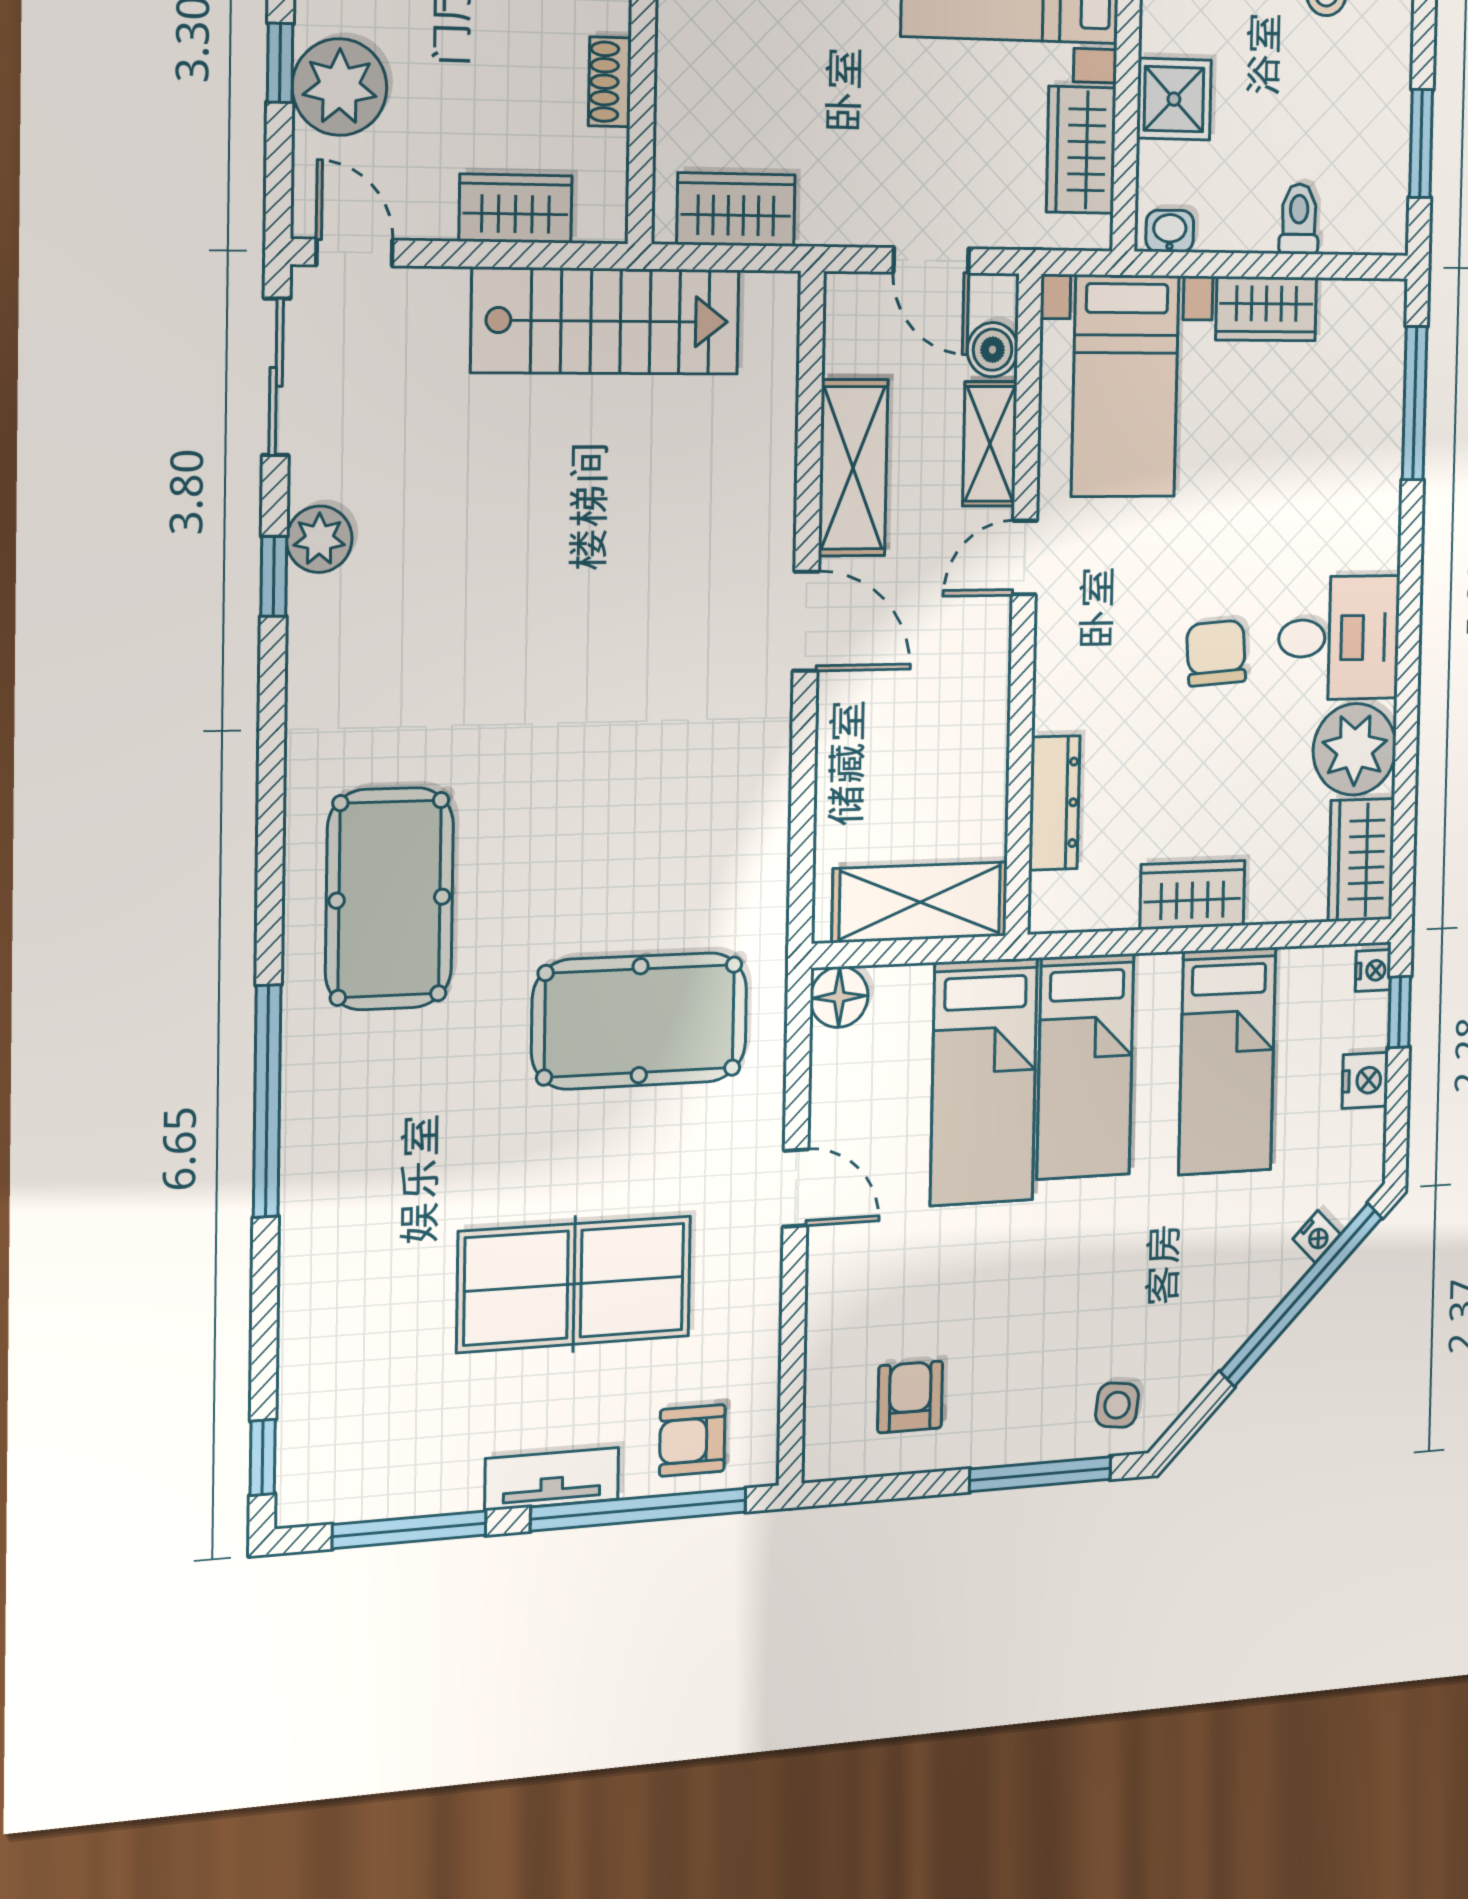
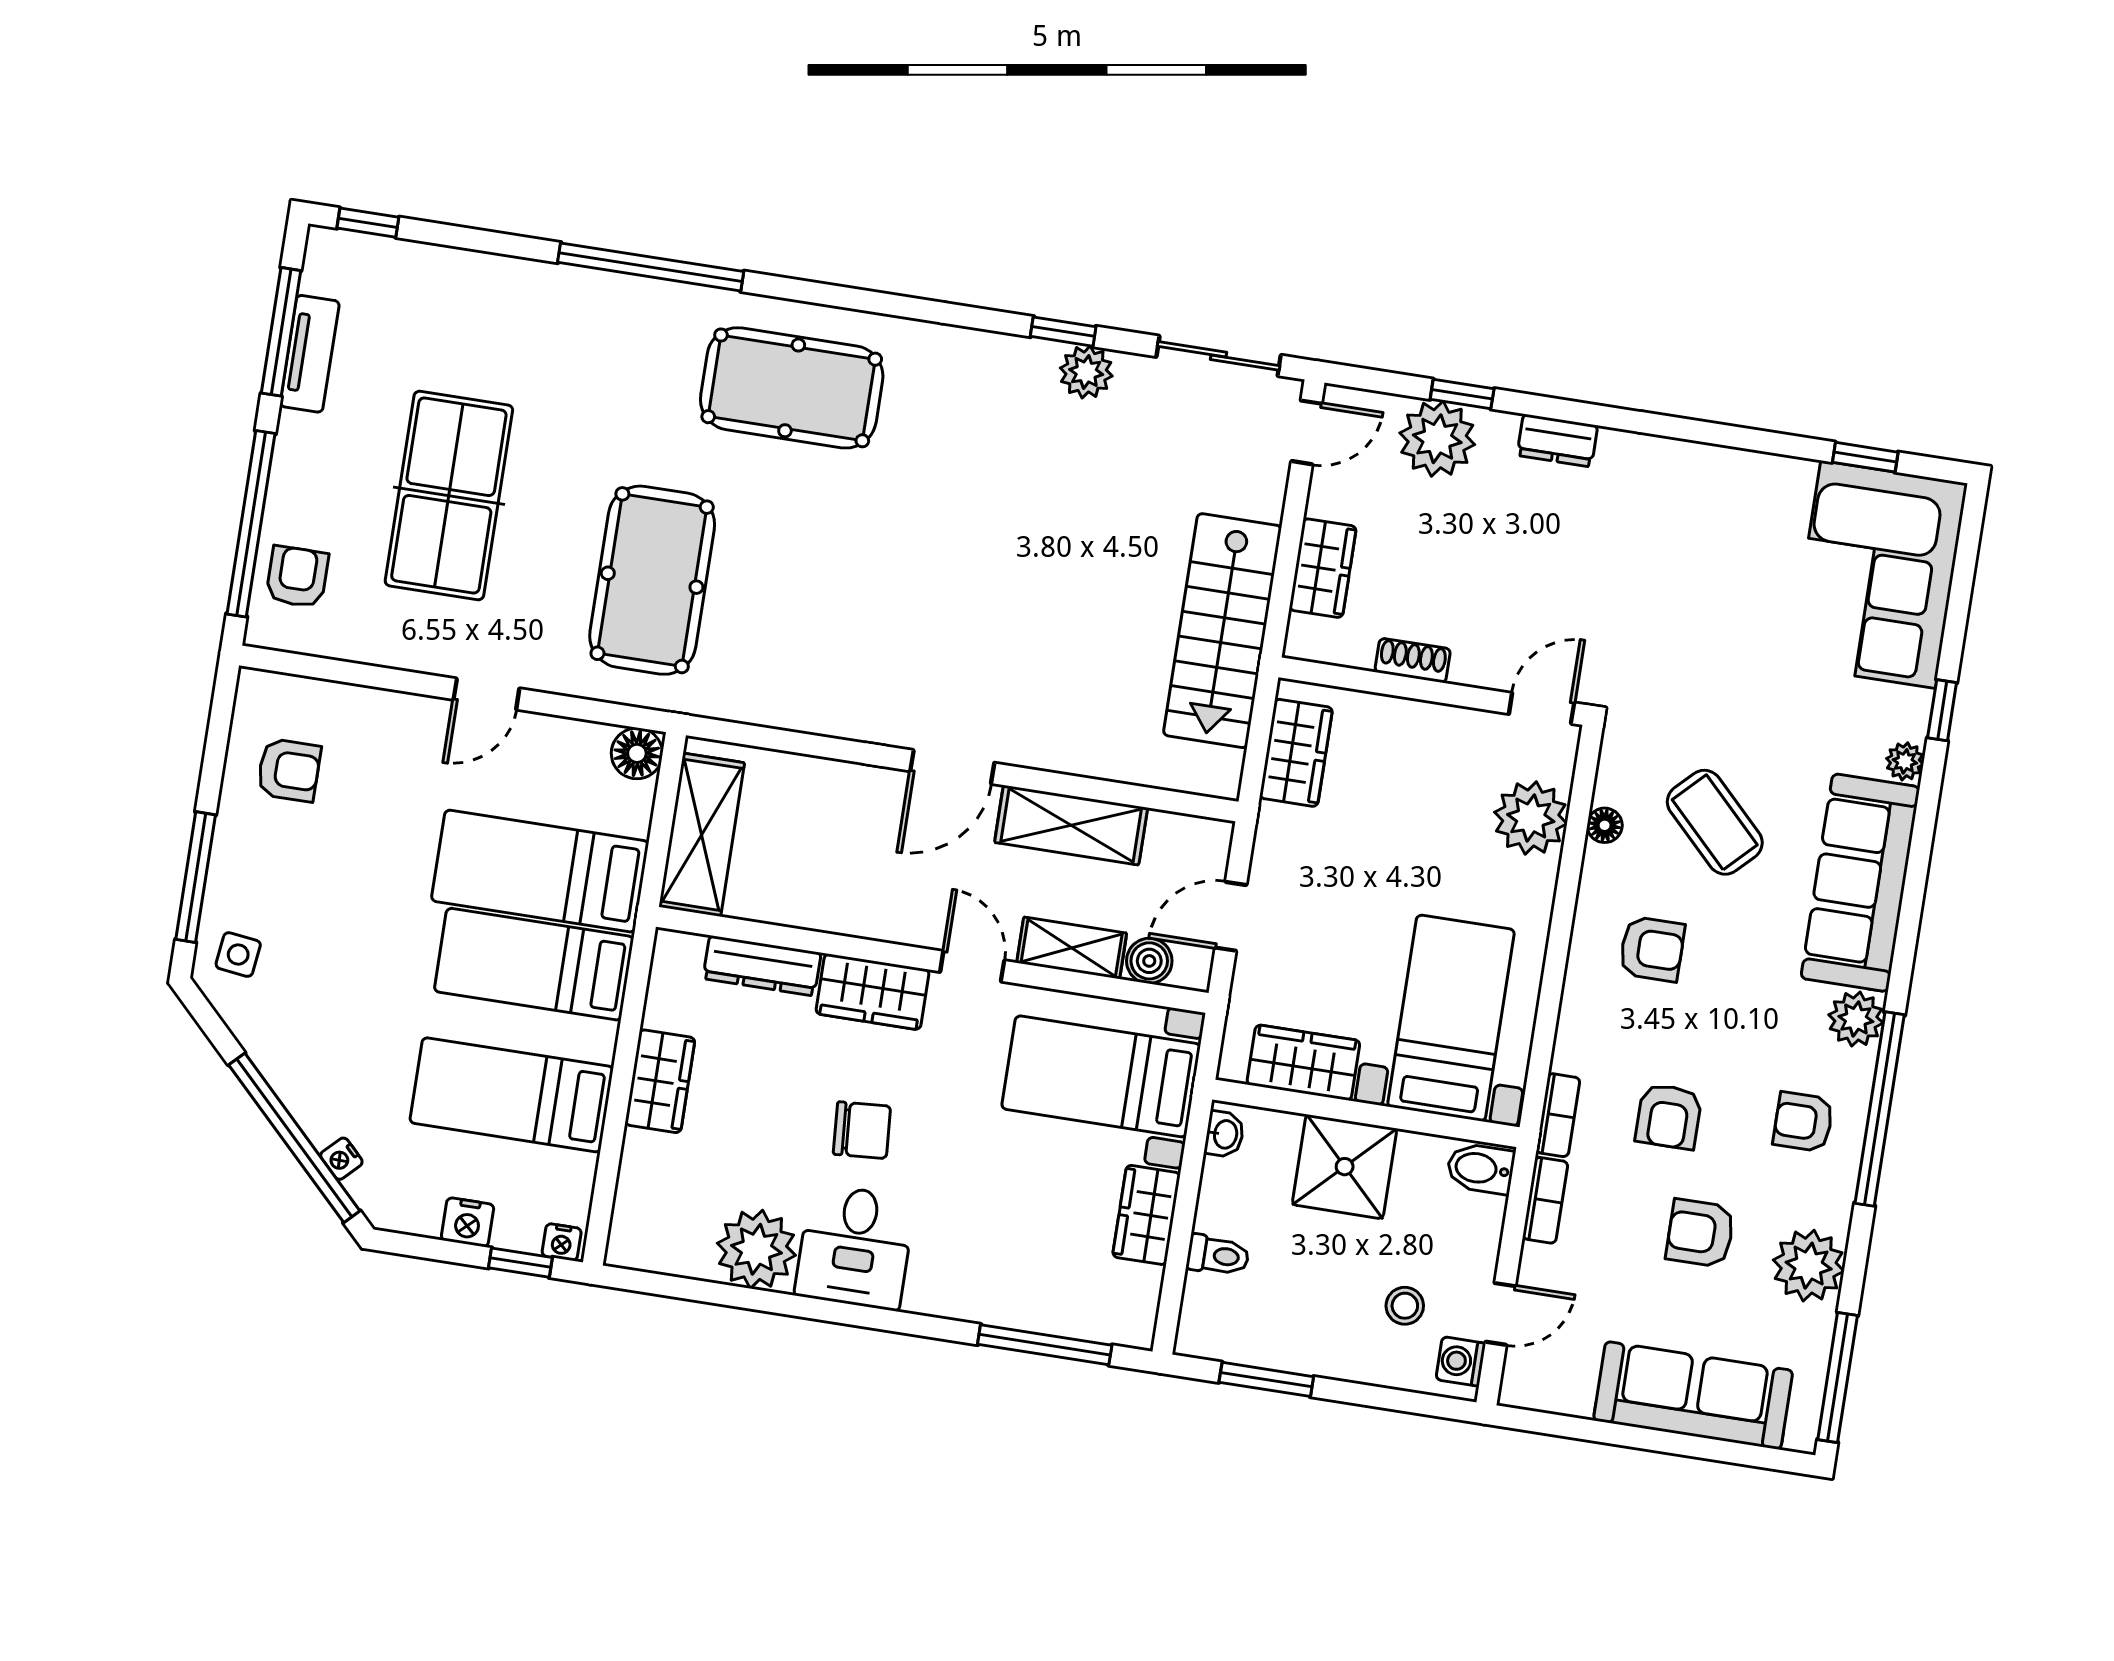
shower: (1174, 99) -> (1345, 1167), width x1.36, depth x1.36
wardrobe: (1361, 860) -> (873, 992), moved, turned 180
tv unit: (552, 1479) -> (310, 354), moved

